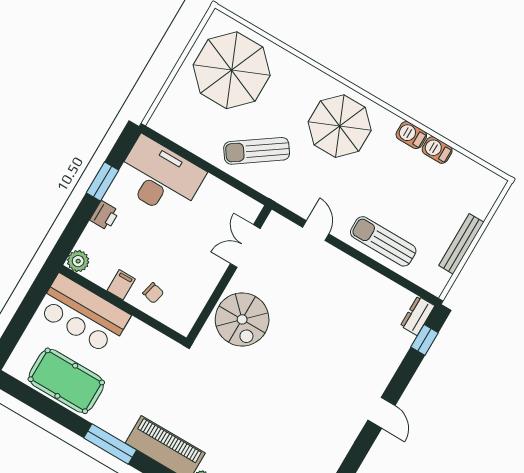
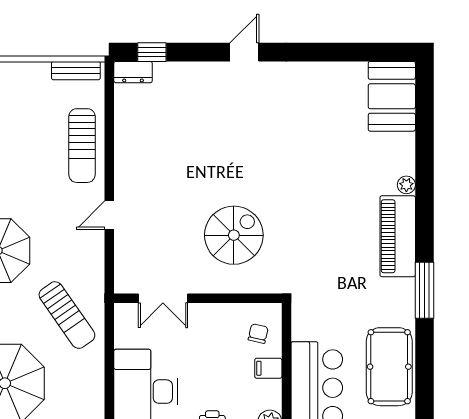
bench: (461, 244) -> (76, 71), moved, width x0.73
double door: (245, 246) -> (163, 298), moved
wall: (229, 274) -> (198, 298), moved

